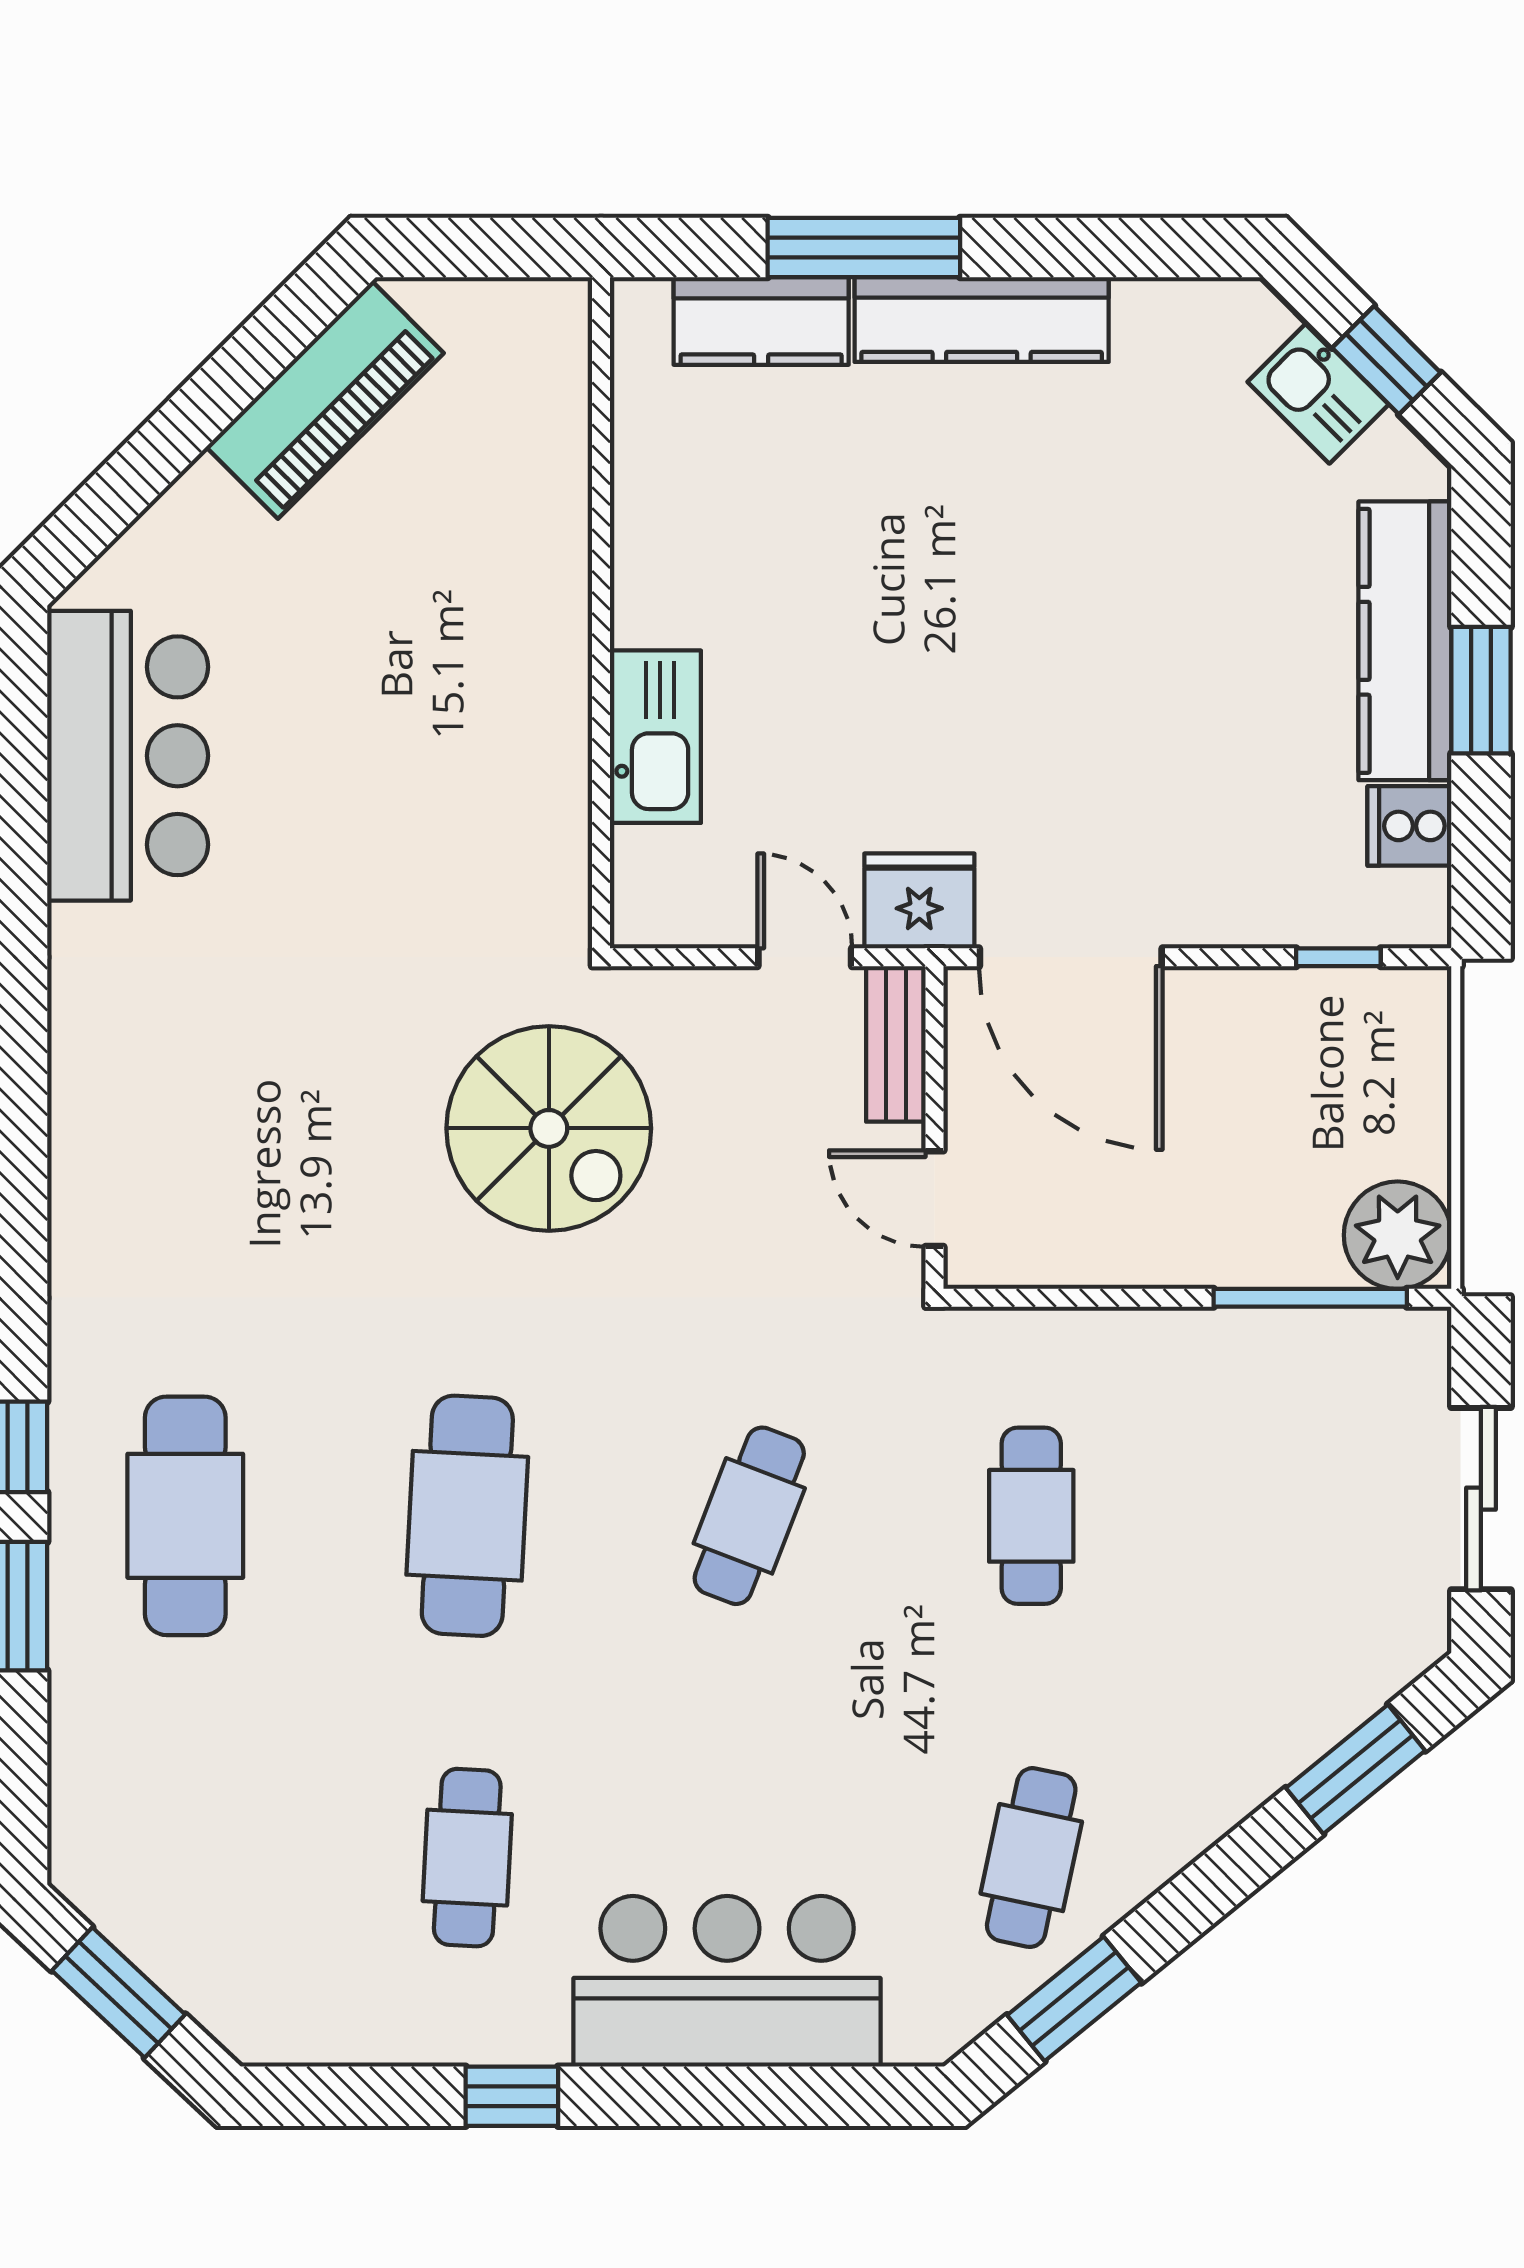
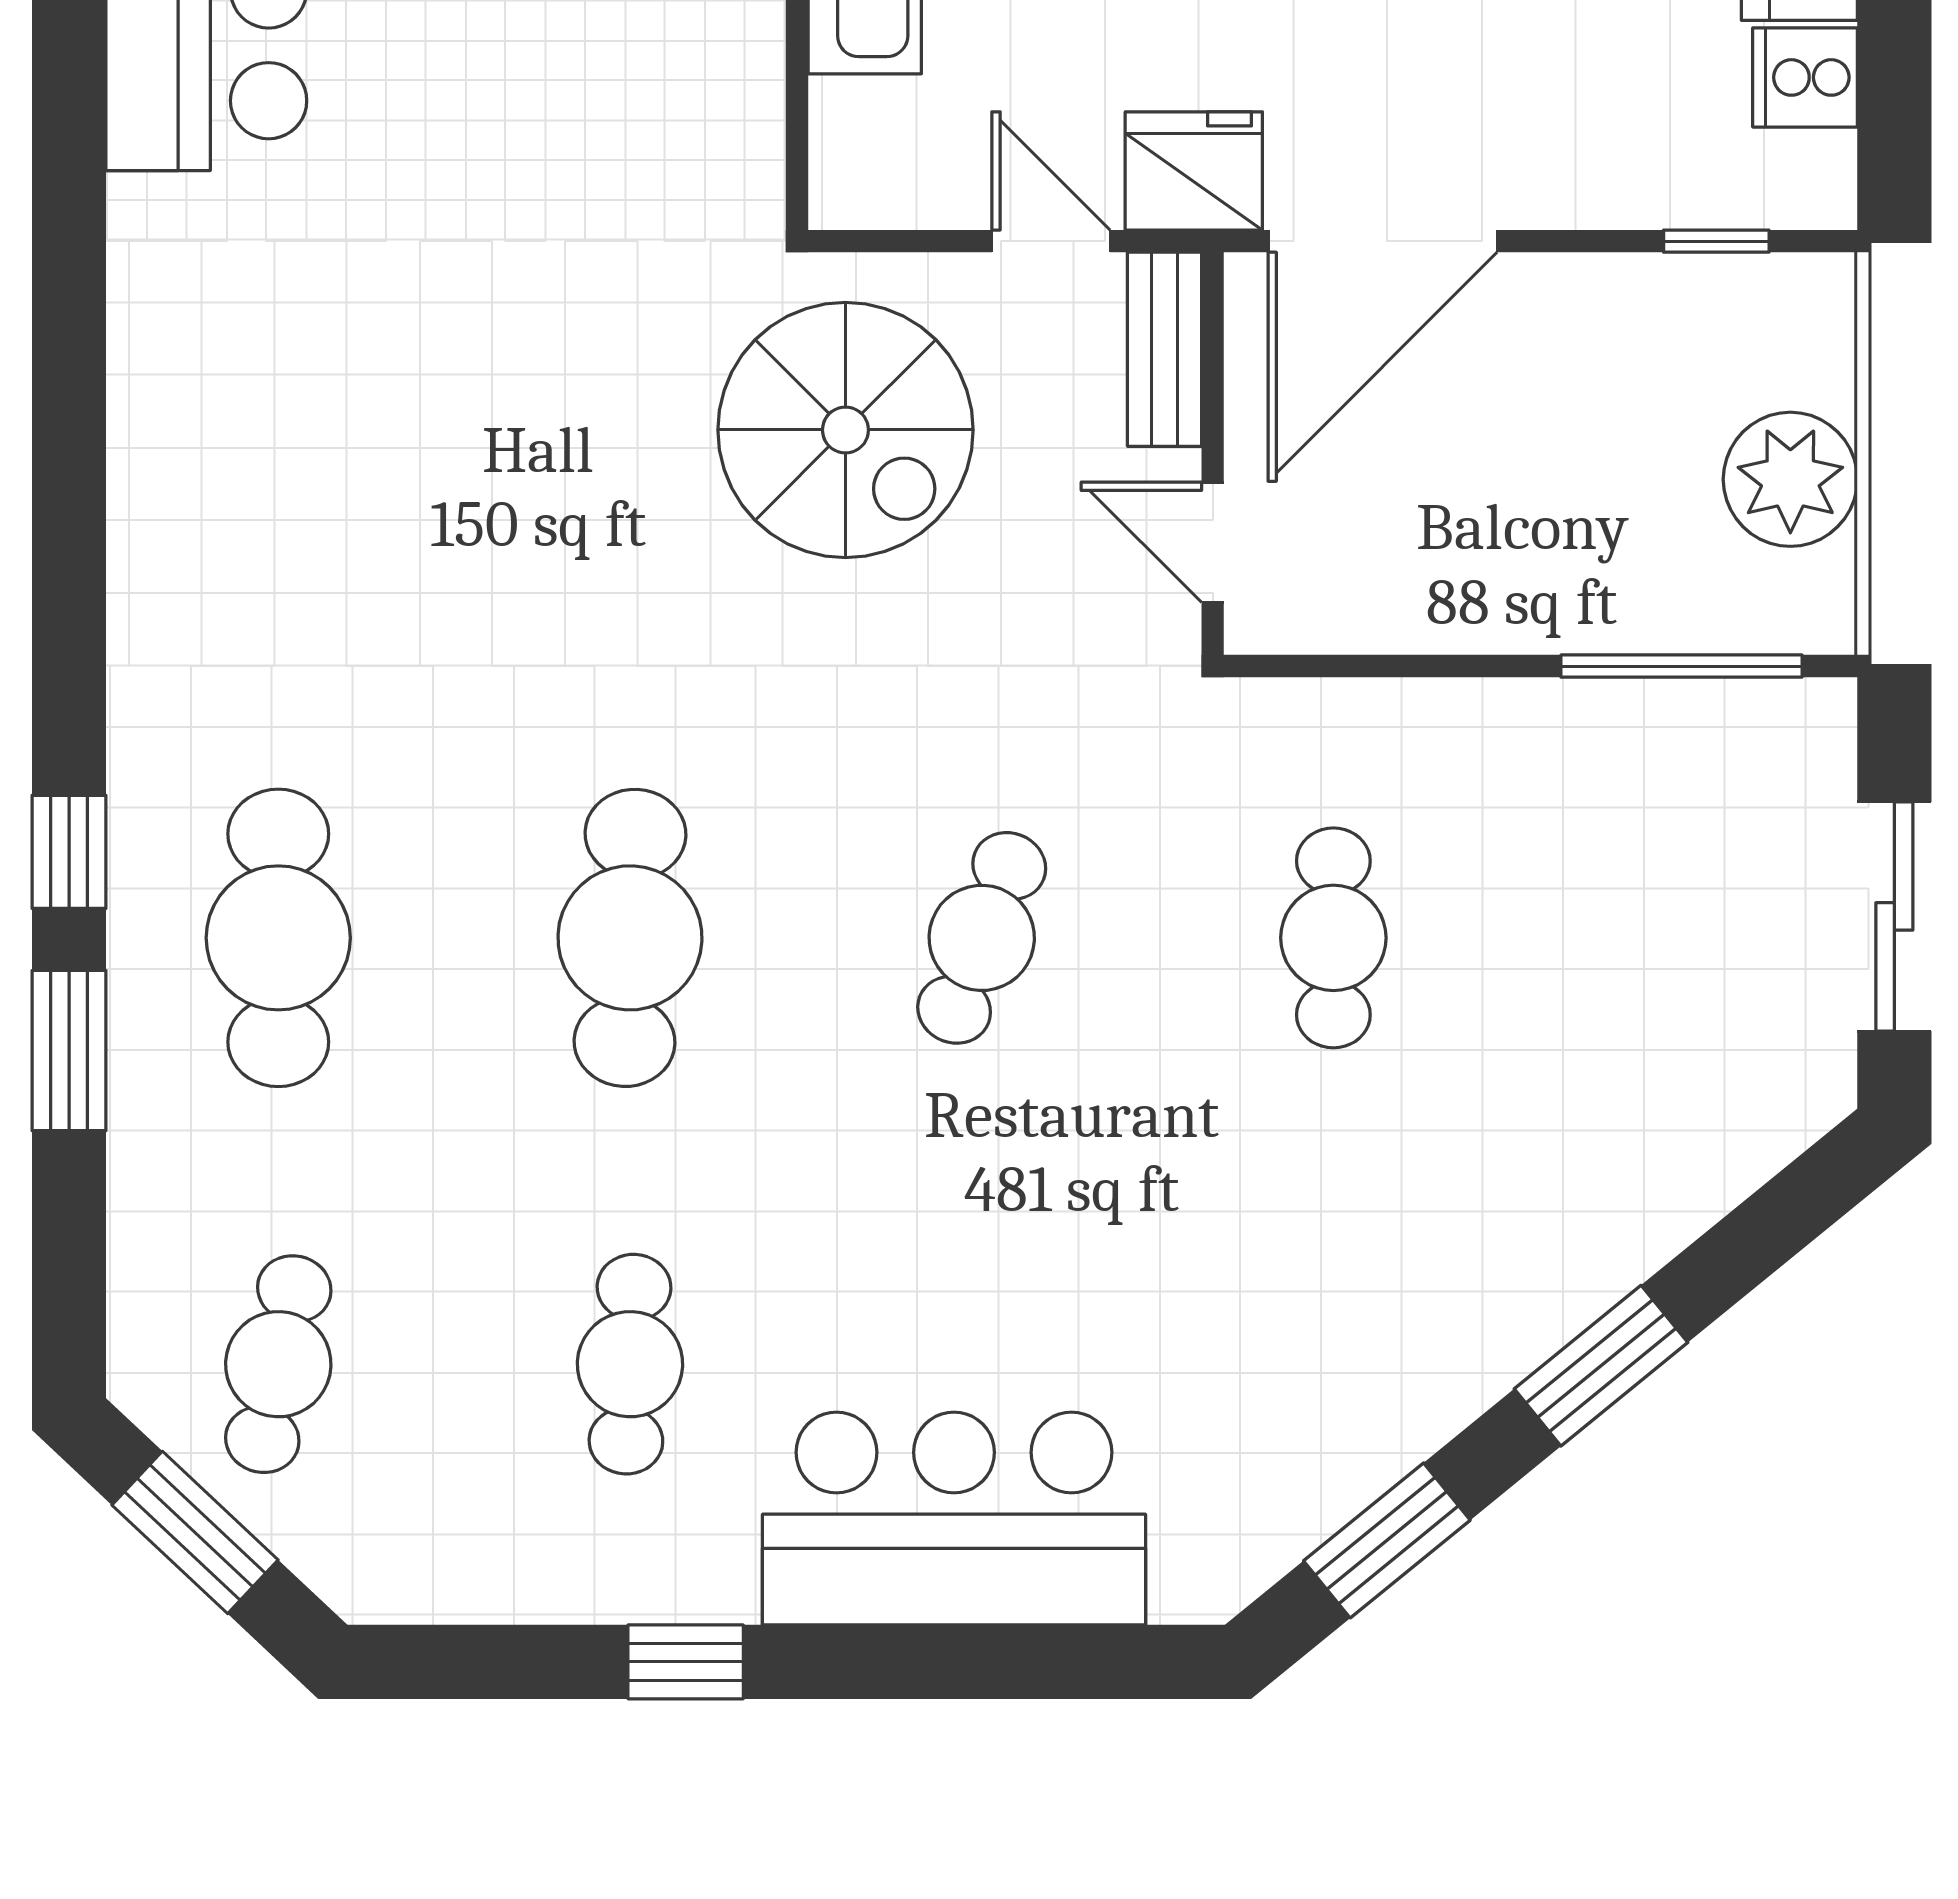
door: (1071, 957) -> (1383, 241), hinge flipped
spiral stairs: (549, 1128) -> (845, 430), moved
plant: (1398, 1235) -> (1790, 479), moved
window: (1356, 1769) -> (1601, 1366), moved
cafe table: (1031, 1858) -> (278, 1364), moved

